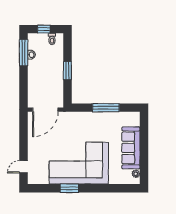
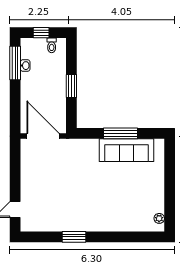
door: (45, 110) -> (43, 136), swing flipped
sofa: (131, 148) -> (127, 150), moved, turned -90
corner sofa: (79, 163) -> (86, 205), removed

